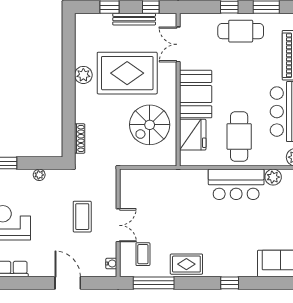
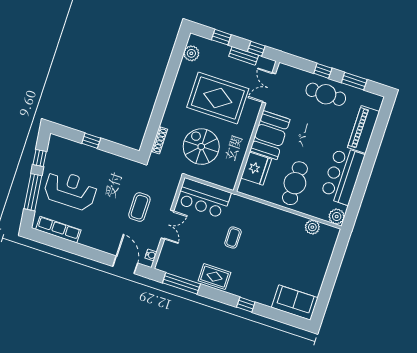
bench: (134, 19) -> (244, 56), width x0.73
plant: (83, 75) -> (191, 53), moved
spiral stairs: (150, 125) -> (201, 147), moved, turned 90
plant: (39, 175) -> (115, 160), removed
bar counter: (236, 184) -> (204, 198), moved
coffee table: (143, 254) -> (233, 238), moved
door: (68, 283) -> (125, 265), moved

